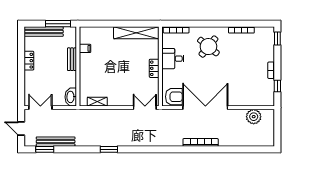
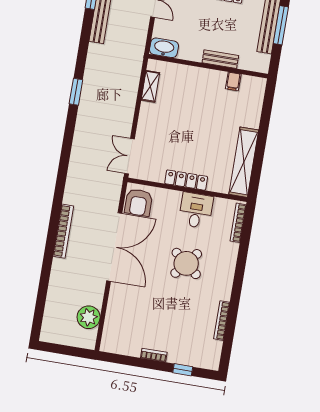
window: (58, 24) -> (281, 25), moved
window: (277, 38) -> (183, 370), moved
round table: (208, 47) -> (186, 263), moved
locker: (154, 68) -> (186, 180), width x1.53
window: (277, 86) -> (129, 361), removed
double door: (145, 108) -> (129, 156), swing flipped

